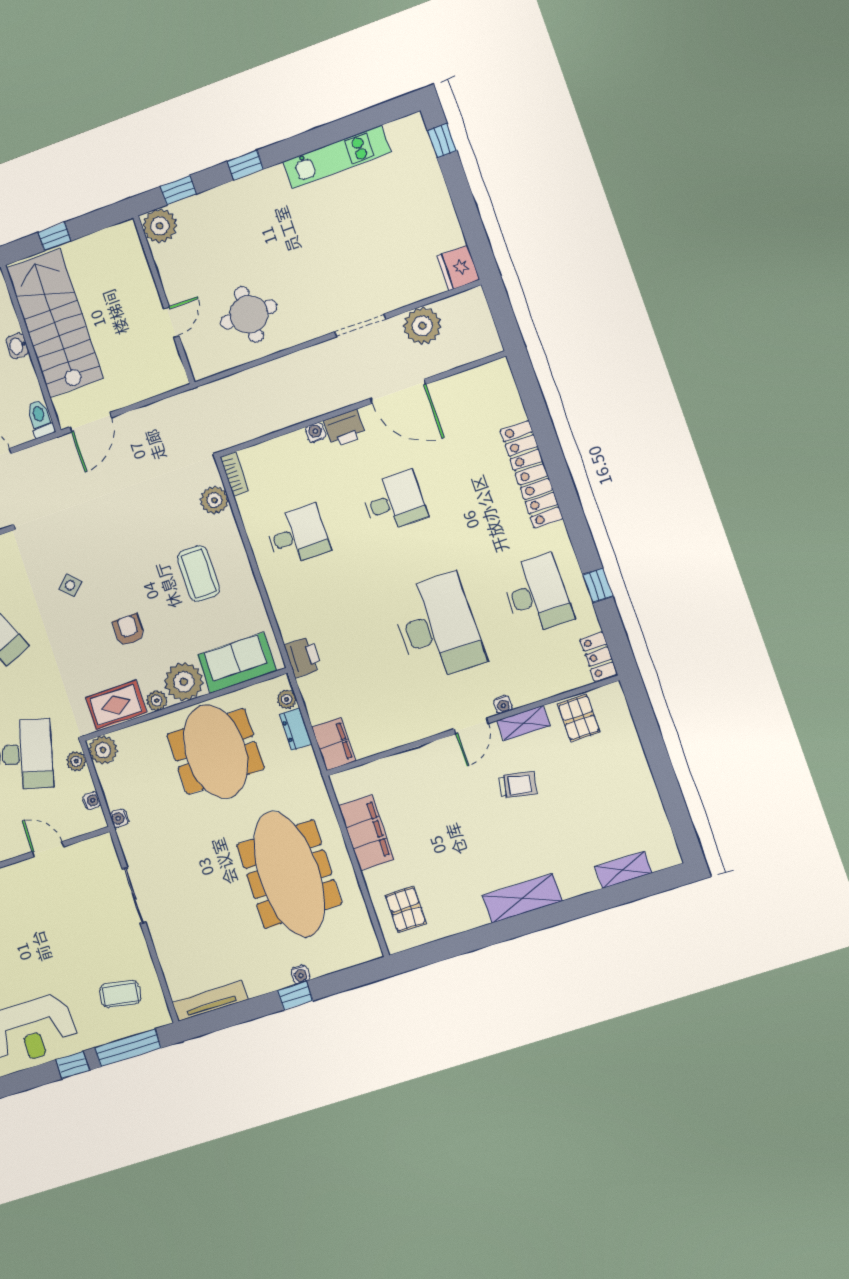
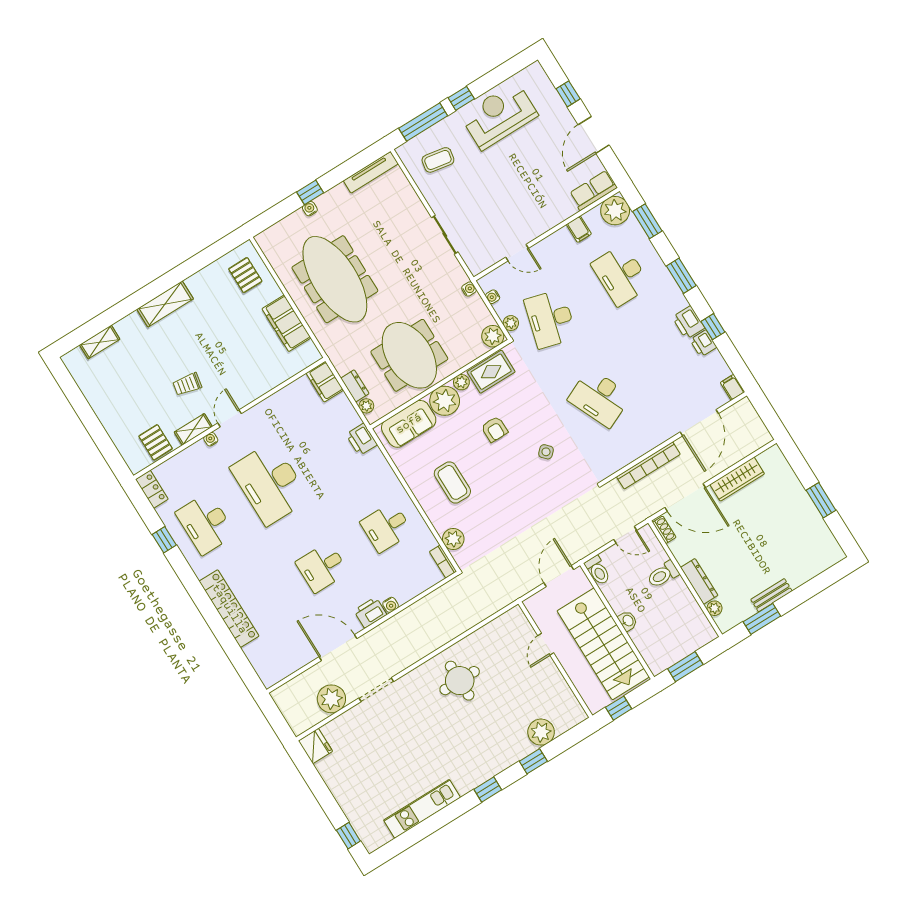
wall: (164, 300) -> (555, 660), moved
door: (171, 322) -> (546, 644), moved

